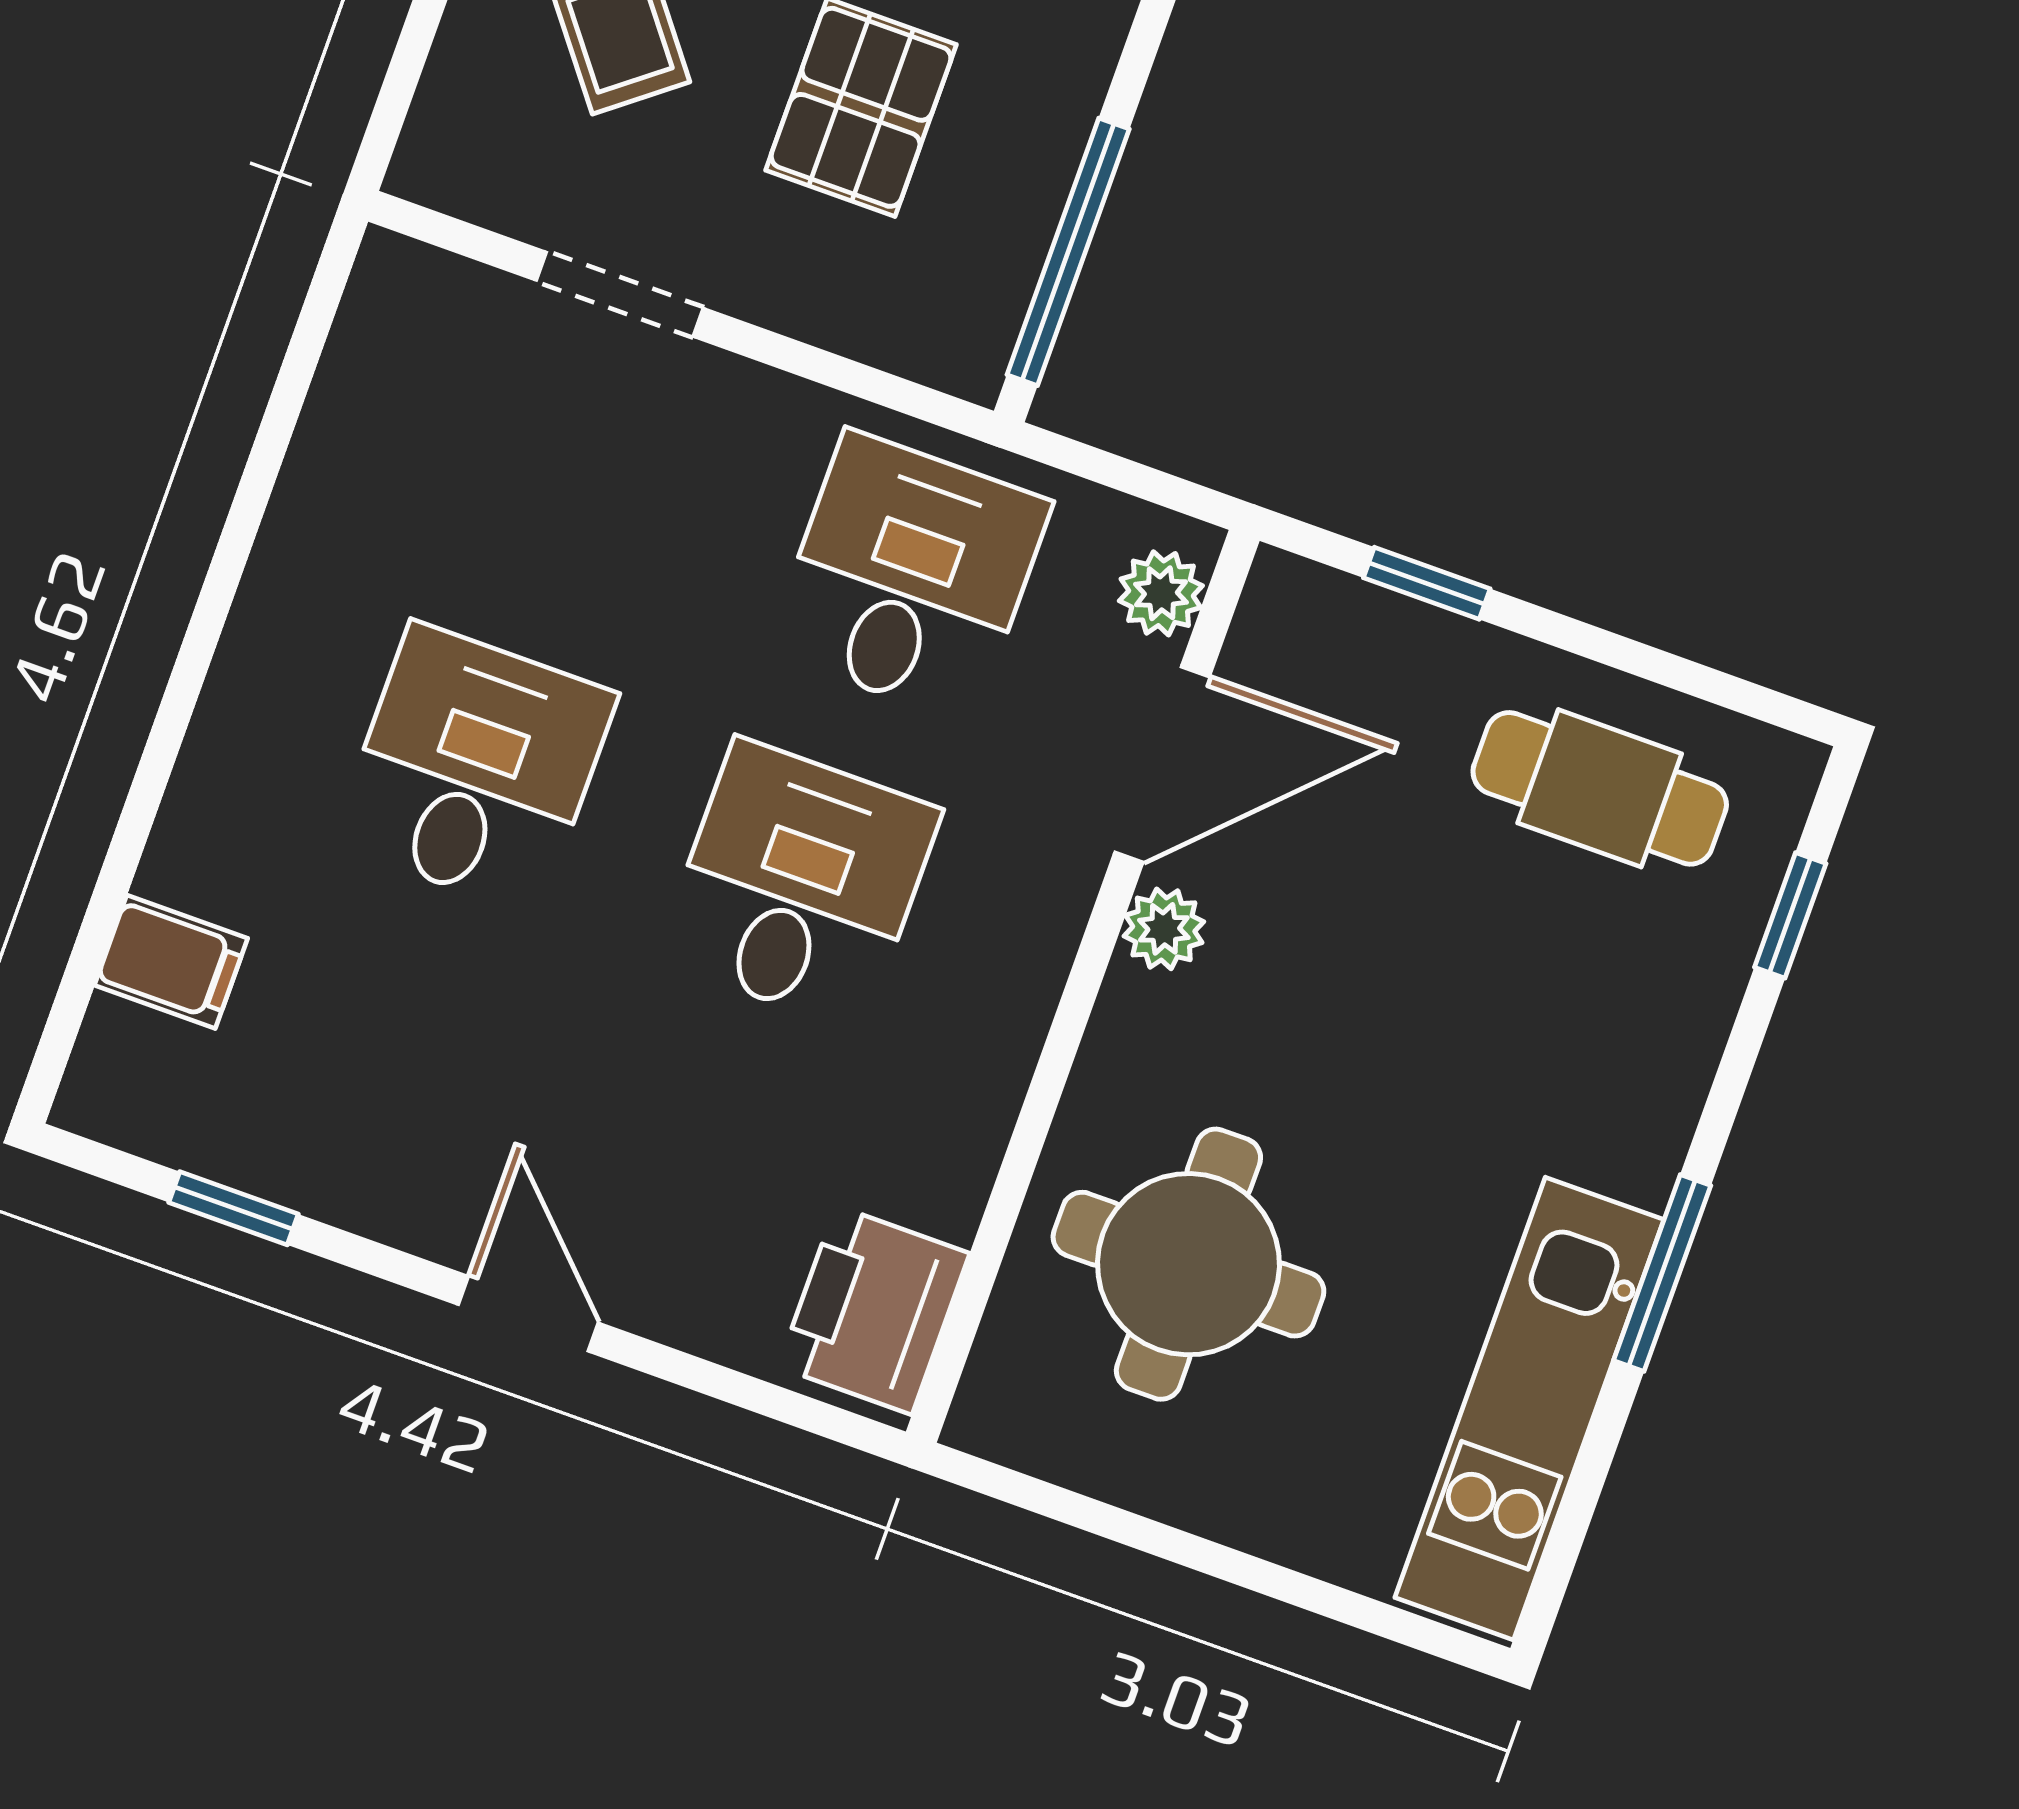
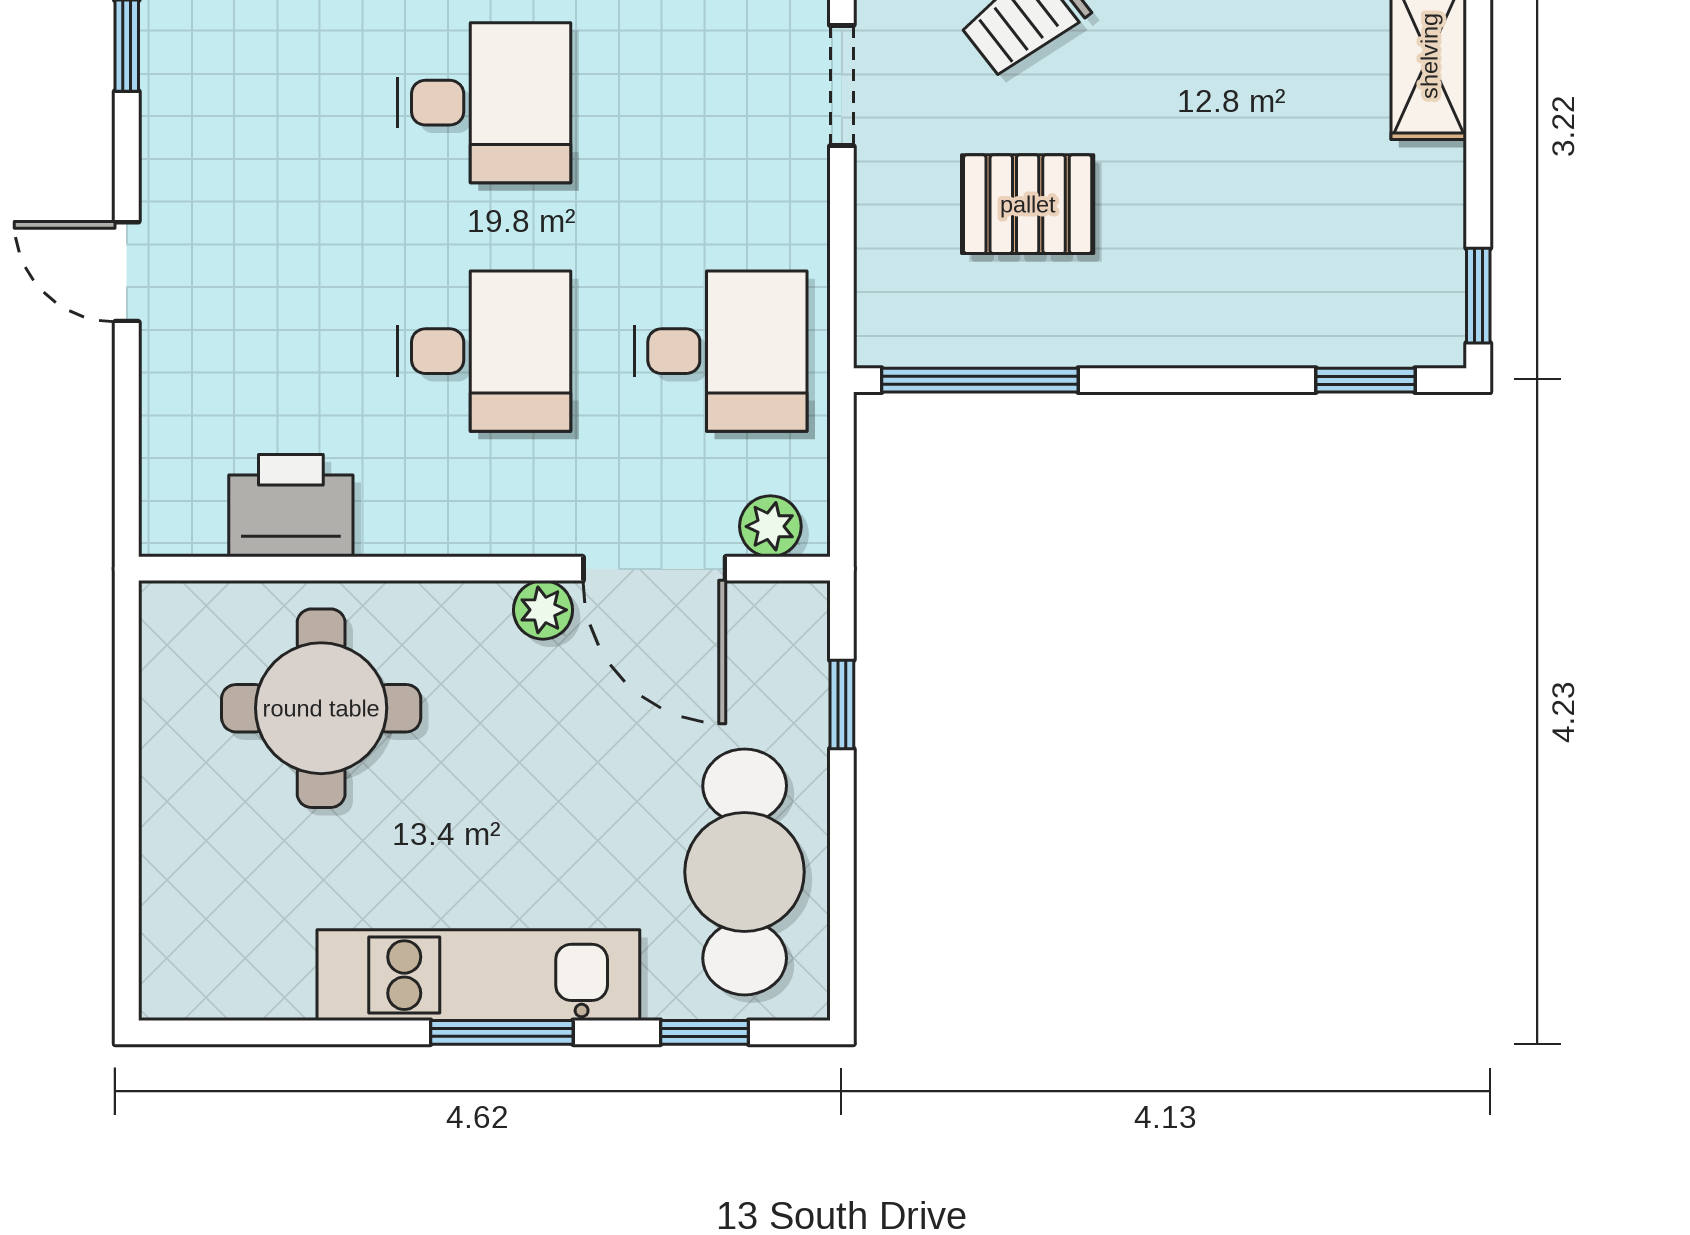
cafe table: (1600, 788) -> (745, 872), width x1.37, depth x1.35
window: (1662, 1273) -> (502, 1032), moved
printer: (874, 1310) -> (291, 506), moved
door: (528, 1314) -> (127, 272), swing flipped
kitchen unit: (1529, 1409) -> (478, 975), moved

